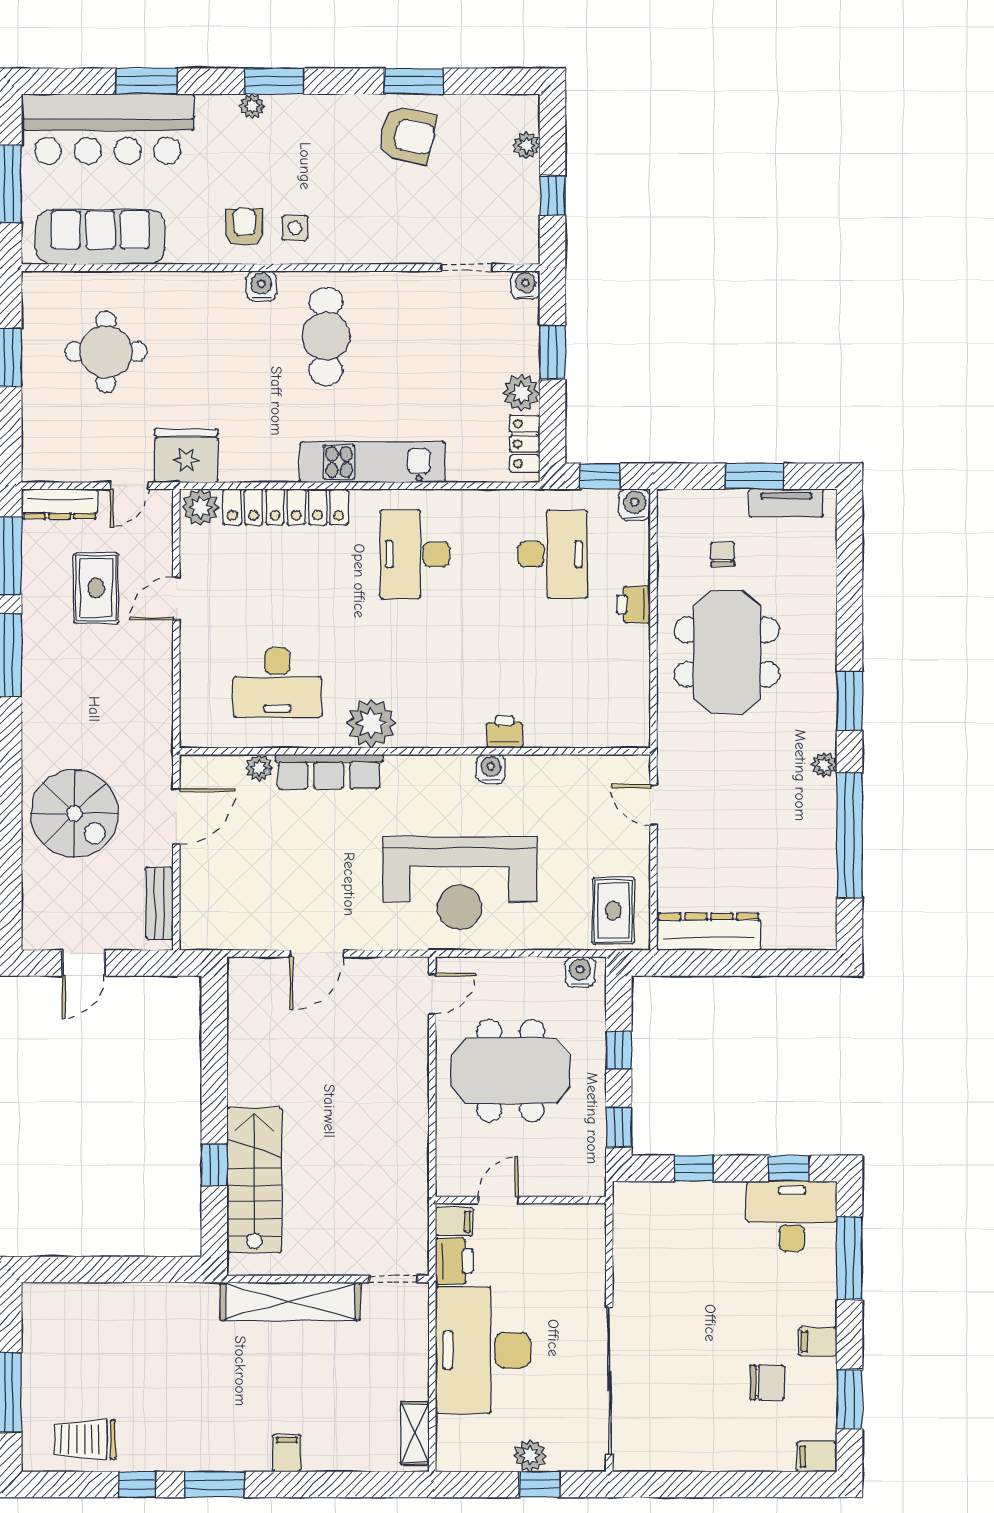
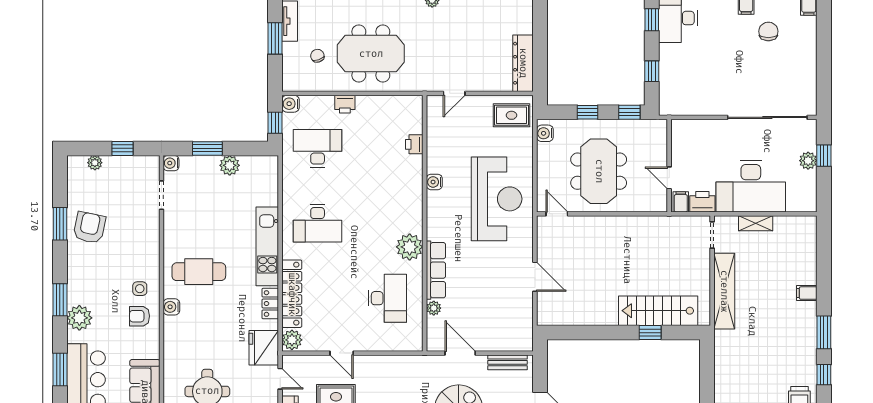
plant: (252, 106) -> (79, 318), width x1.88, depth x1.88
locker: (525, 444) -> (270, 304), moved, turned 90
chair: (723, 554) -> (317, 56), turned 71
printer: (505, 732) -> (414, 144), moved
shelving: (415, 1433) -> (756, 223), moved

